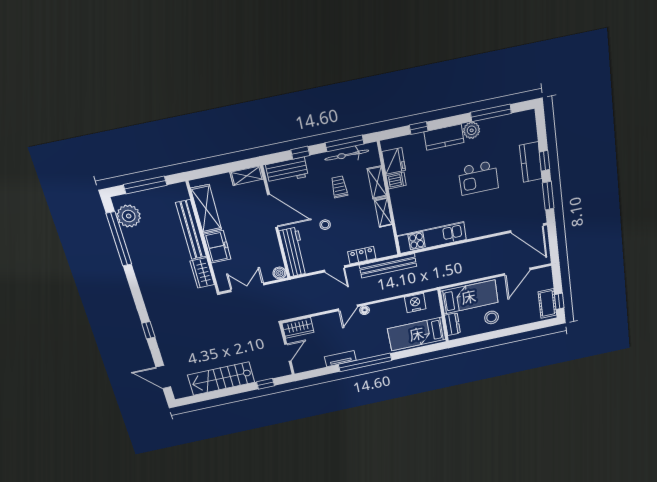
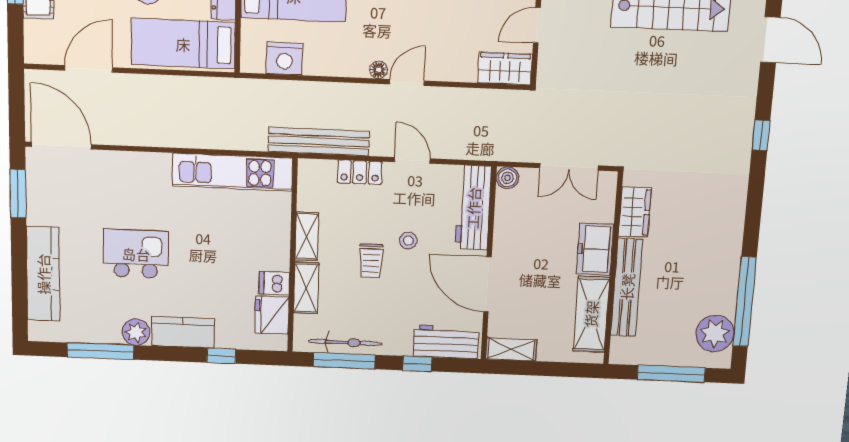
window: (545, 161) -> (19, 254), removed
kitchen counter: (531, 162) -> (43, 274), width x1.50
trolley: (339, 187) -> (371, 261), moved

